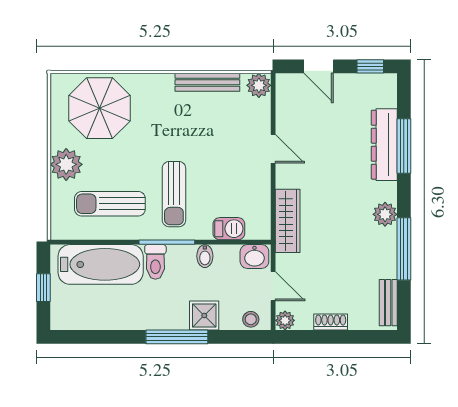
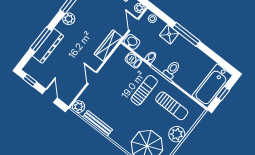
bathtub: (101, 264) -> (212, 86), moved, turned -90

